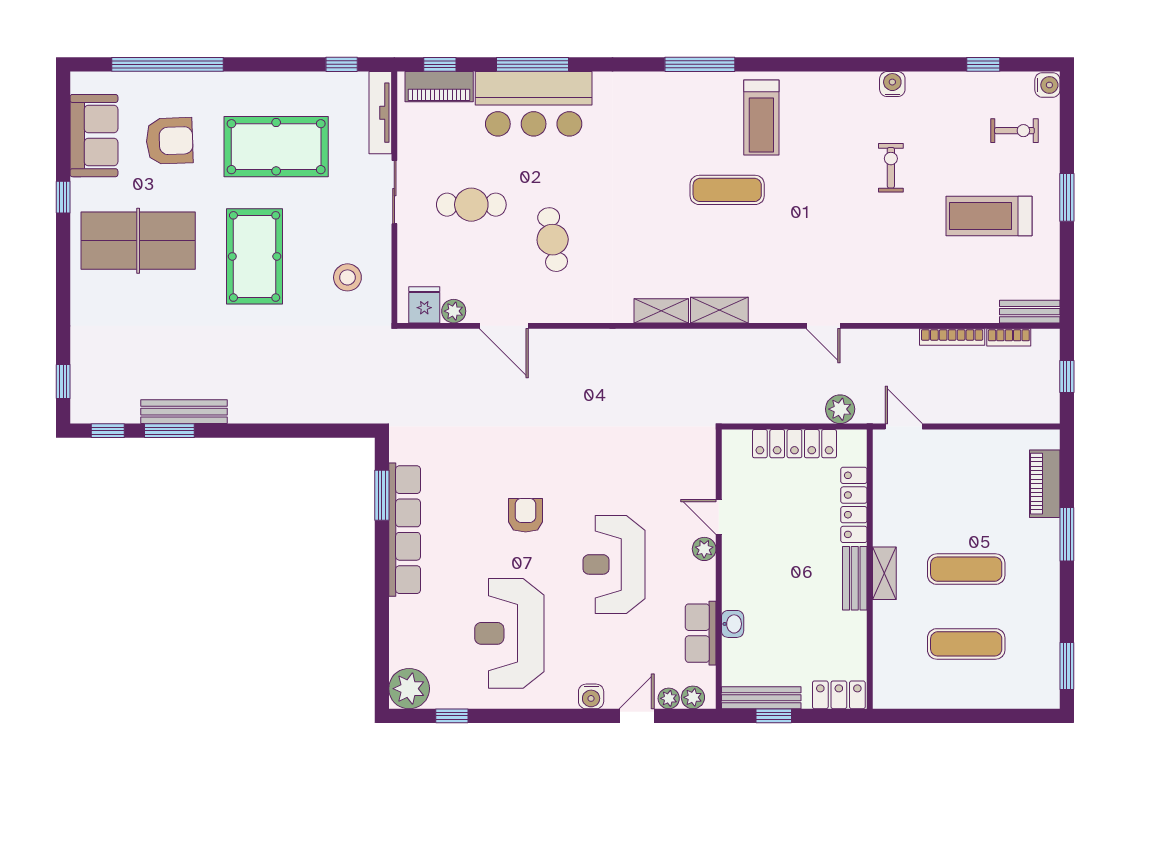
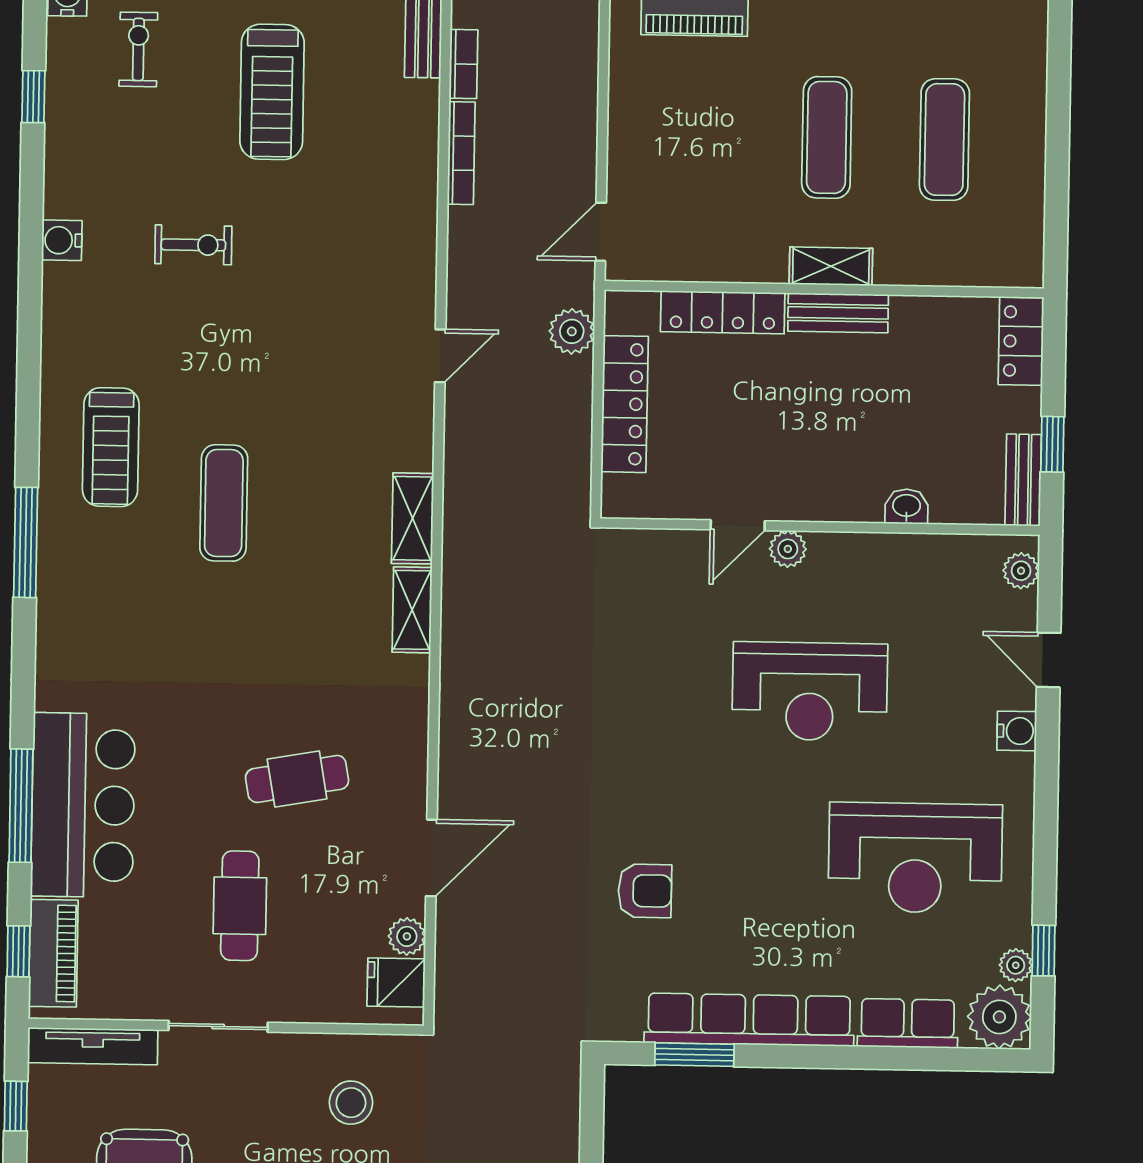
treadmill: (761, 117) -> (111, 447), turned 90
exercise bike: (891, 168) -> (193, 245), turned 180
armchair: (526, 515) -> (645, 891), moved, turned 180
row of seats: (701, 633) -> (908, 1023), moved, turned 180
plant: (669, 698) -> (1016, 965), moved
bench: (761, 698) -> (1023, 480), width x0.73

